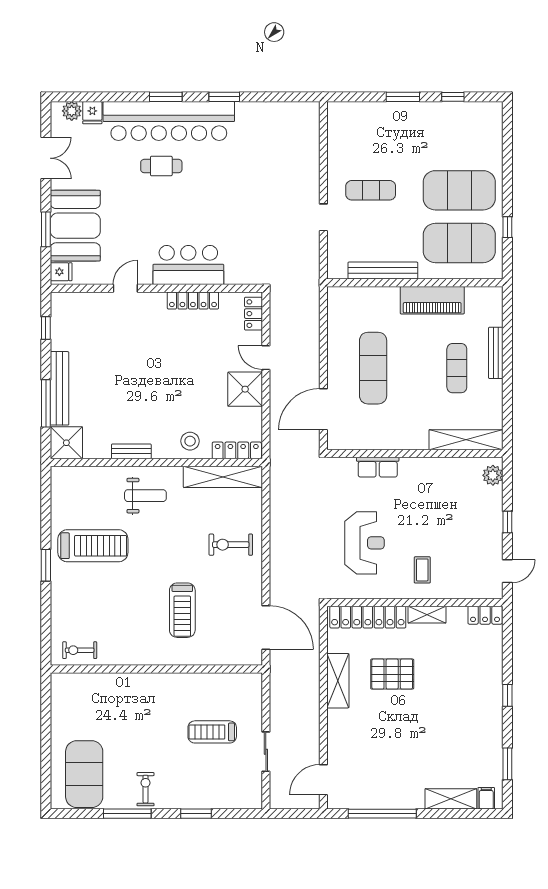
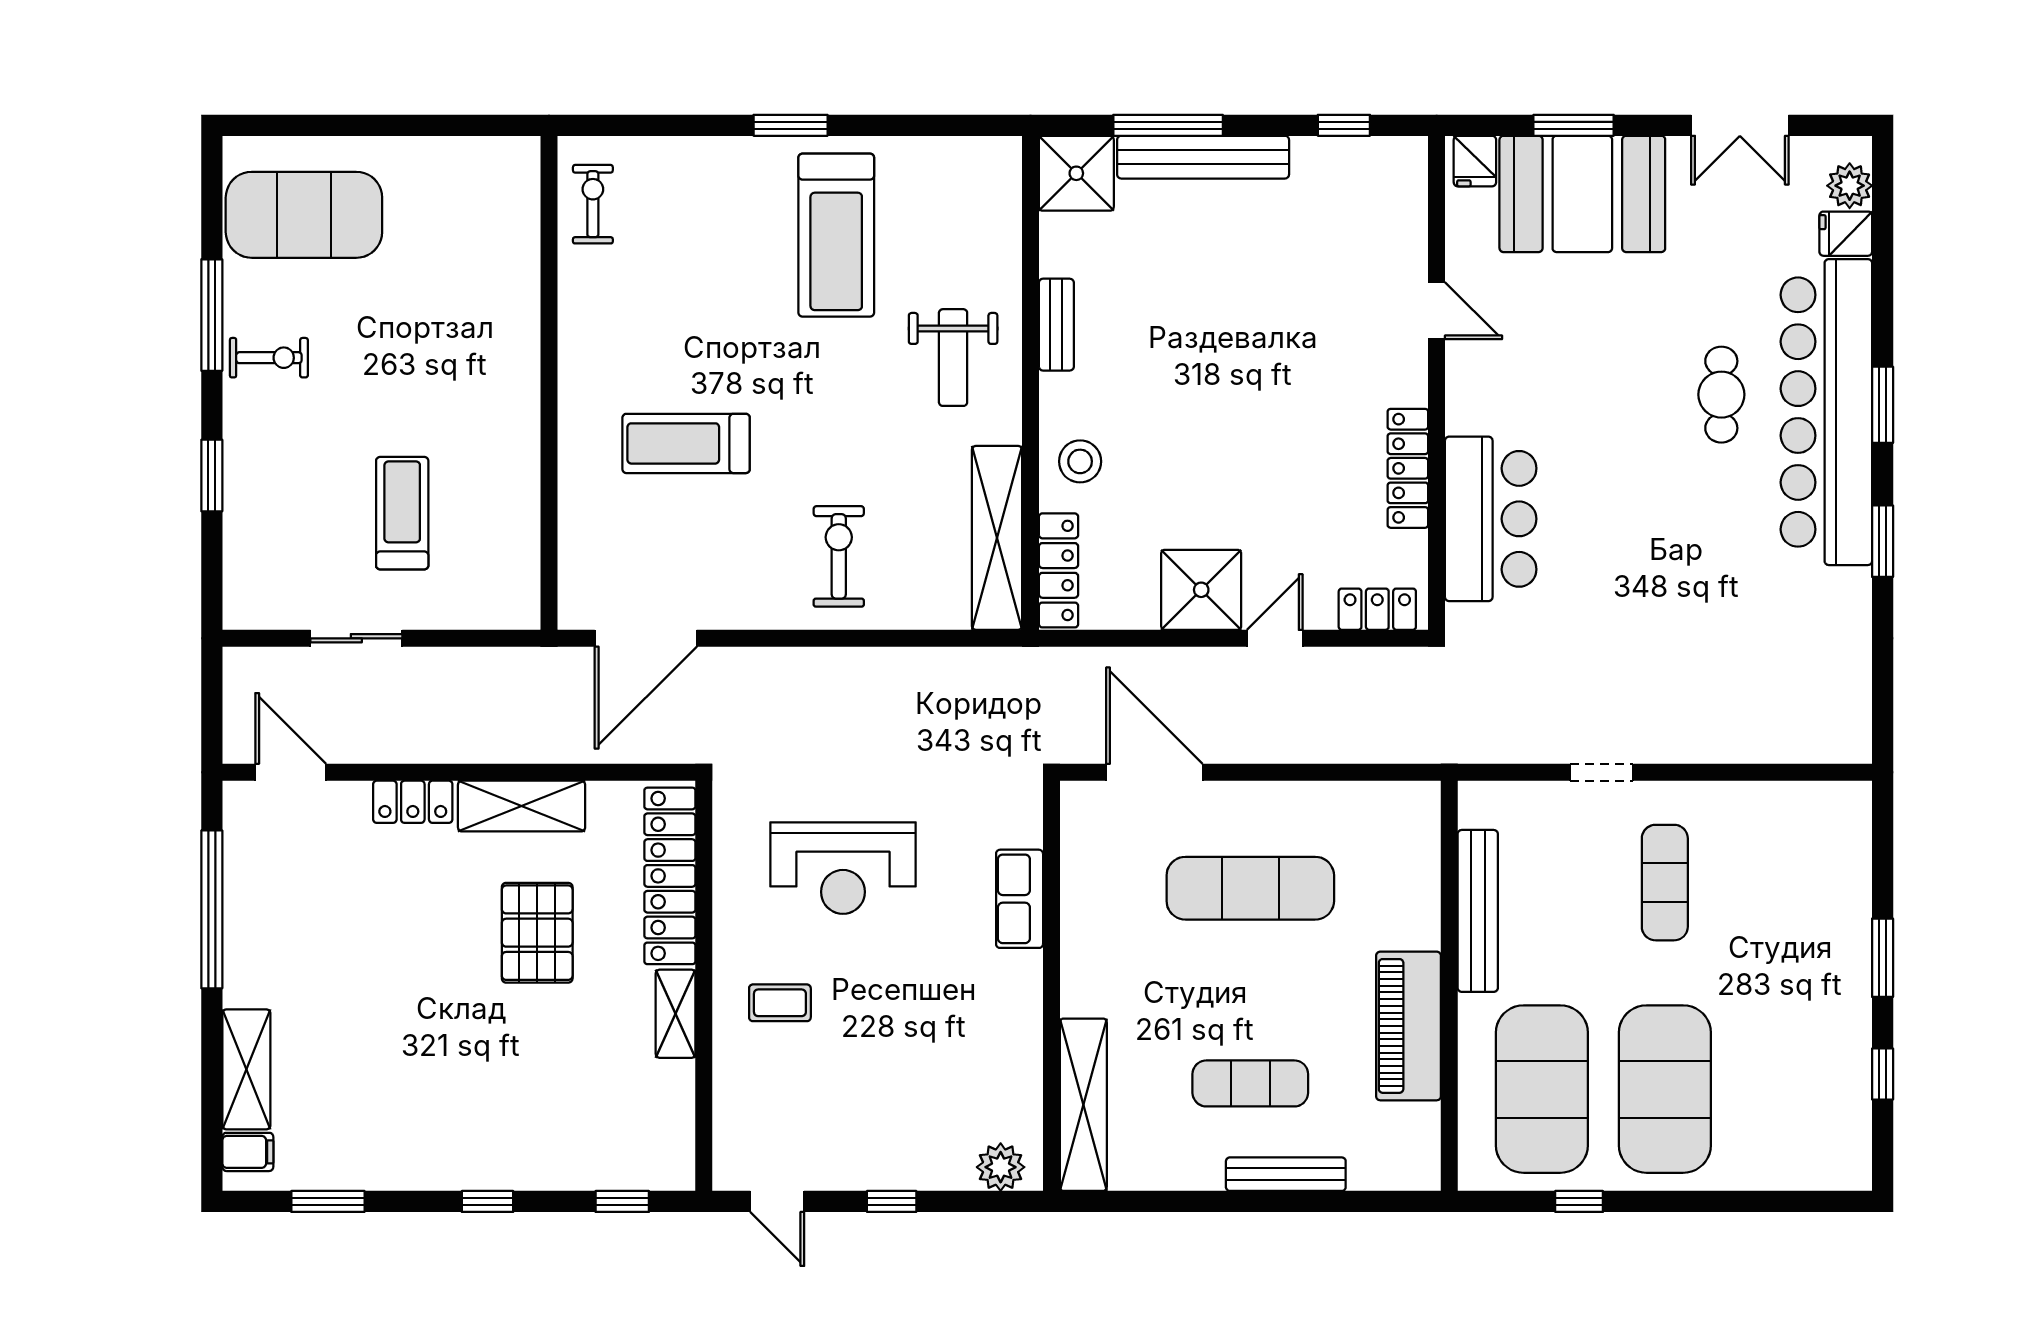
bar counter: (188, 265) -> (1491, 519), moved
locker: (485, 615) -> (413, 802), moved, turned -90
window: (507, 638) -> (622, 1201), added

